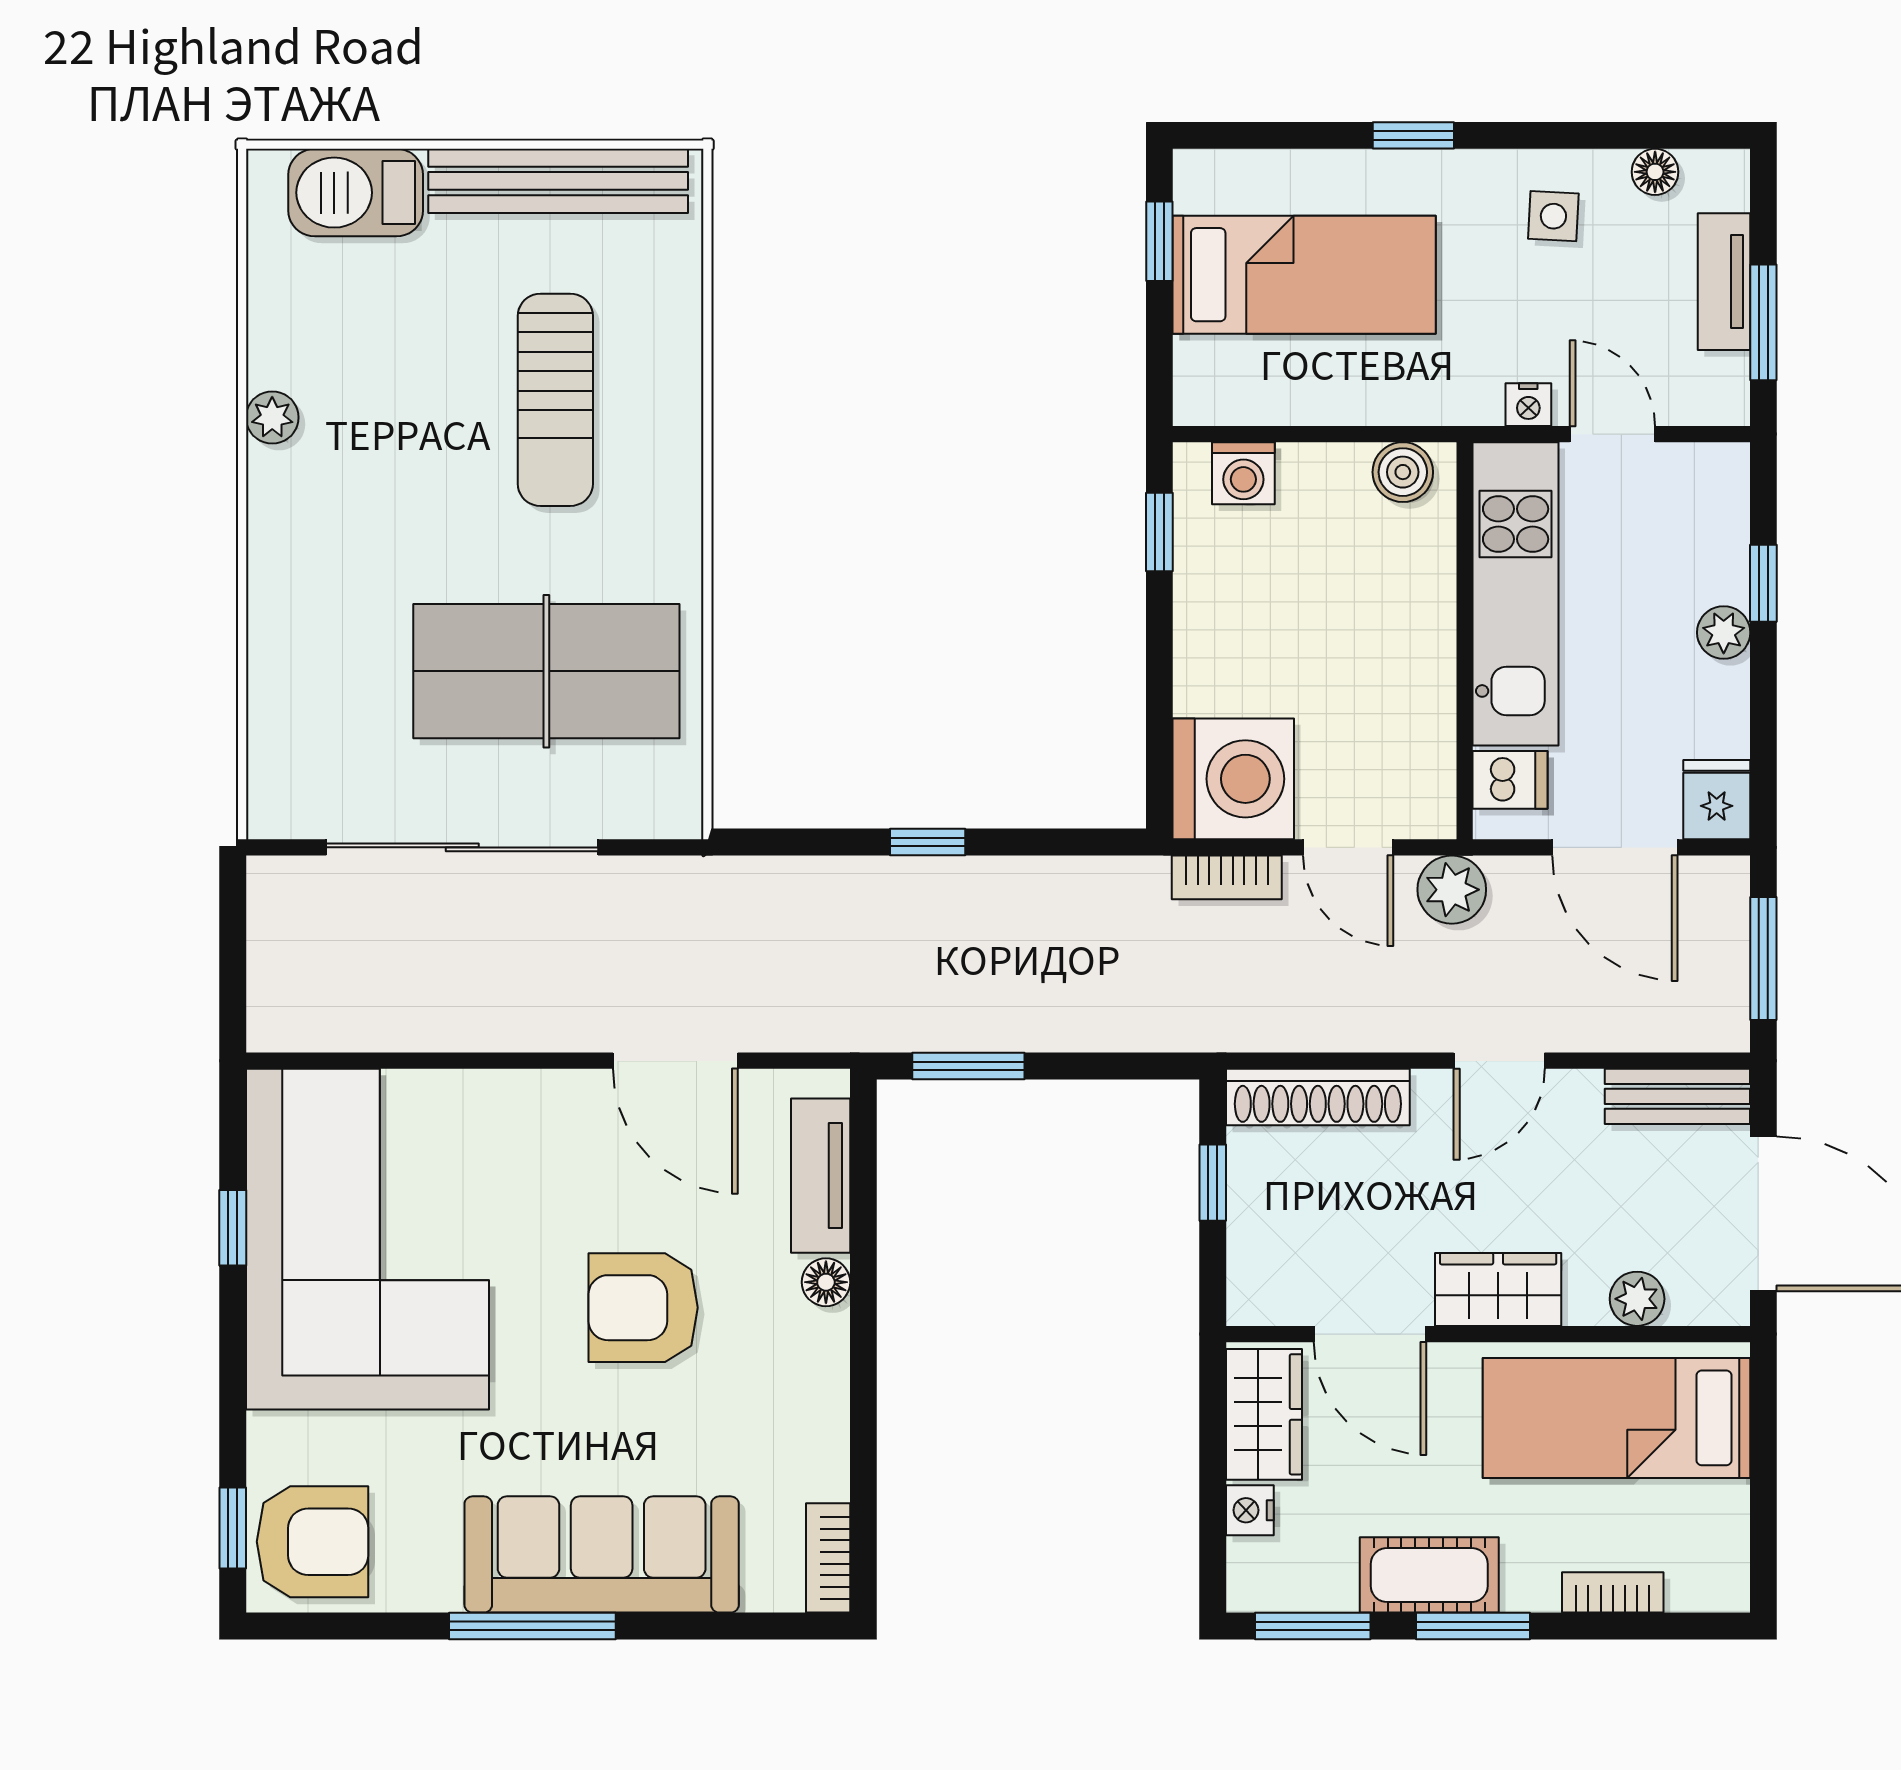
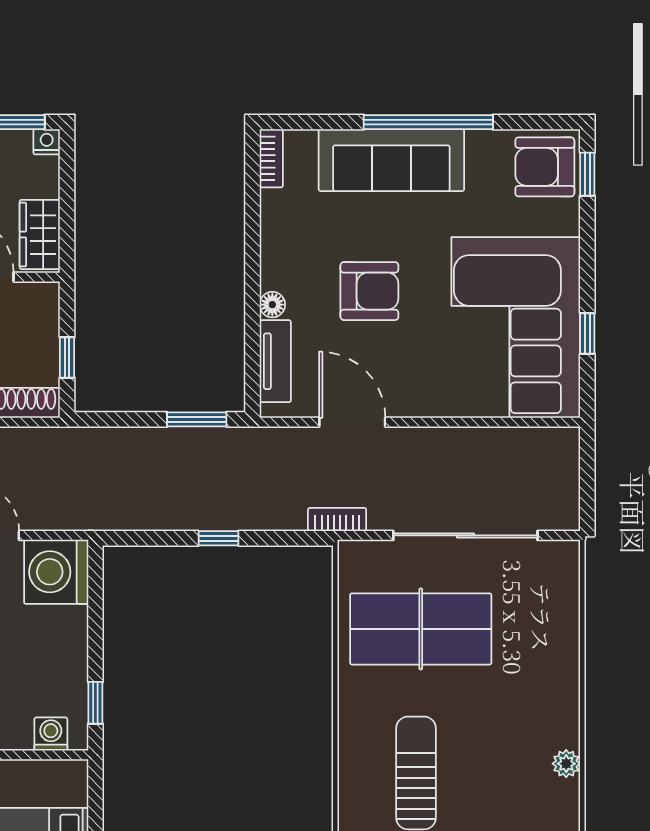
bookcase: (1227, 877) -> (337, 520), moved
nightstand: (1250, 1510) -> (47, 142), moved, turned -90
window: (532, 1626) -> (428, 122), width x1.46

